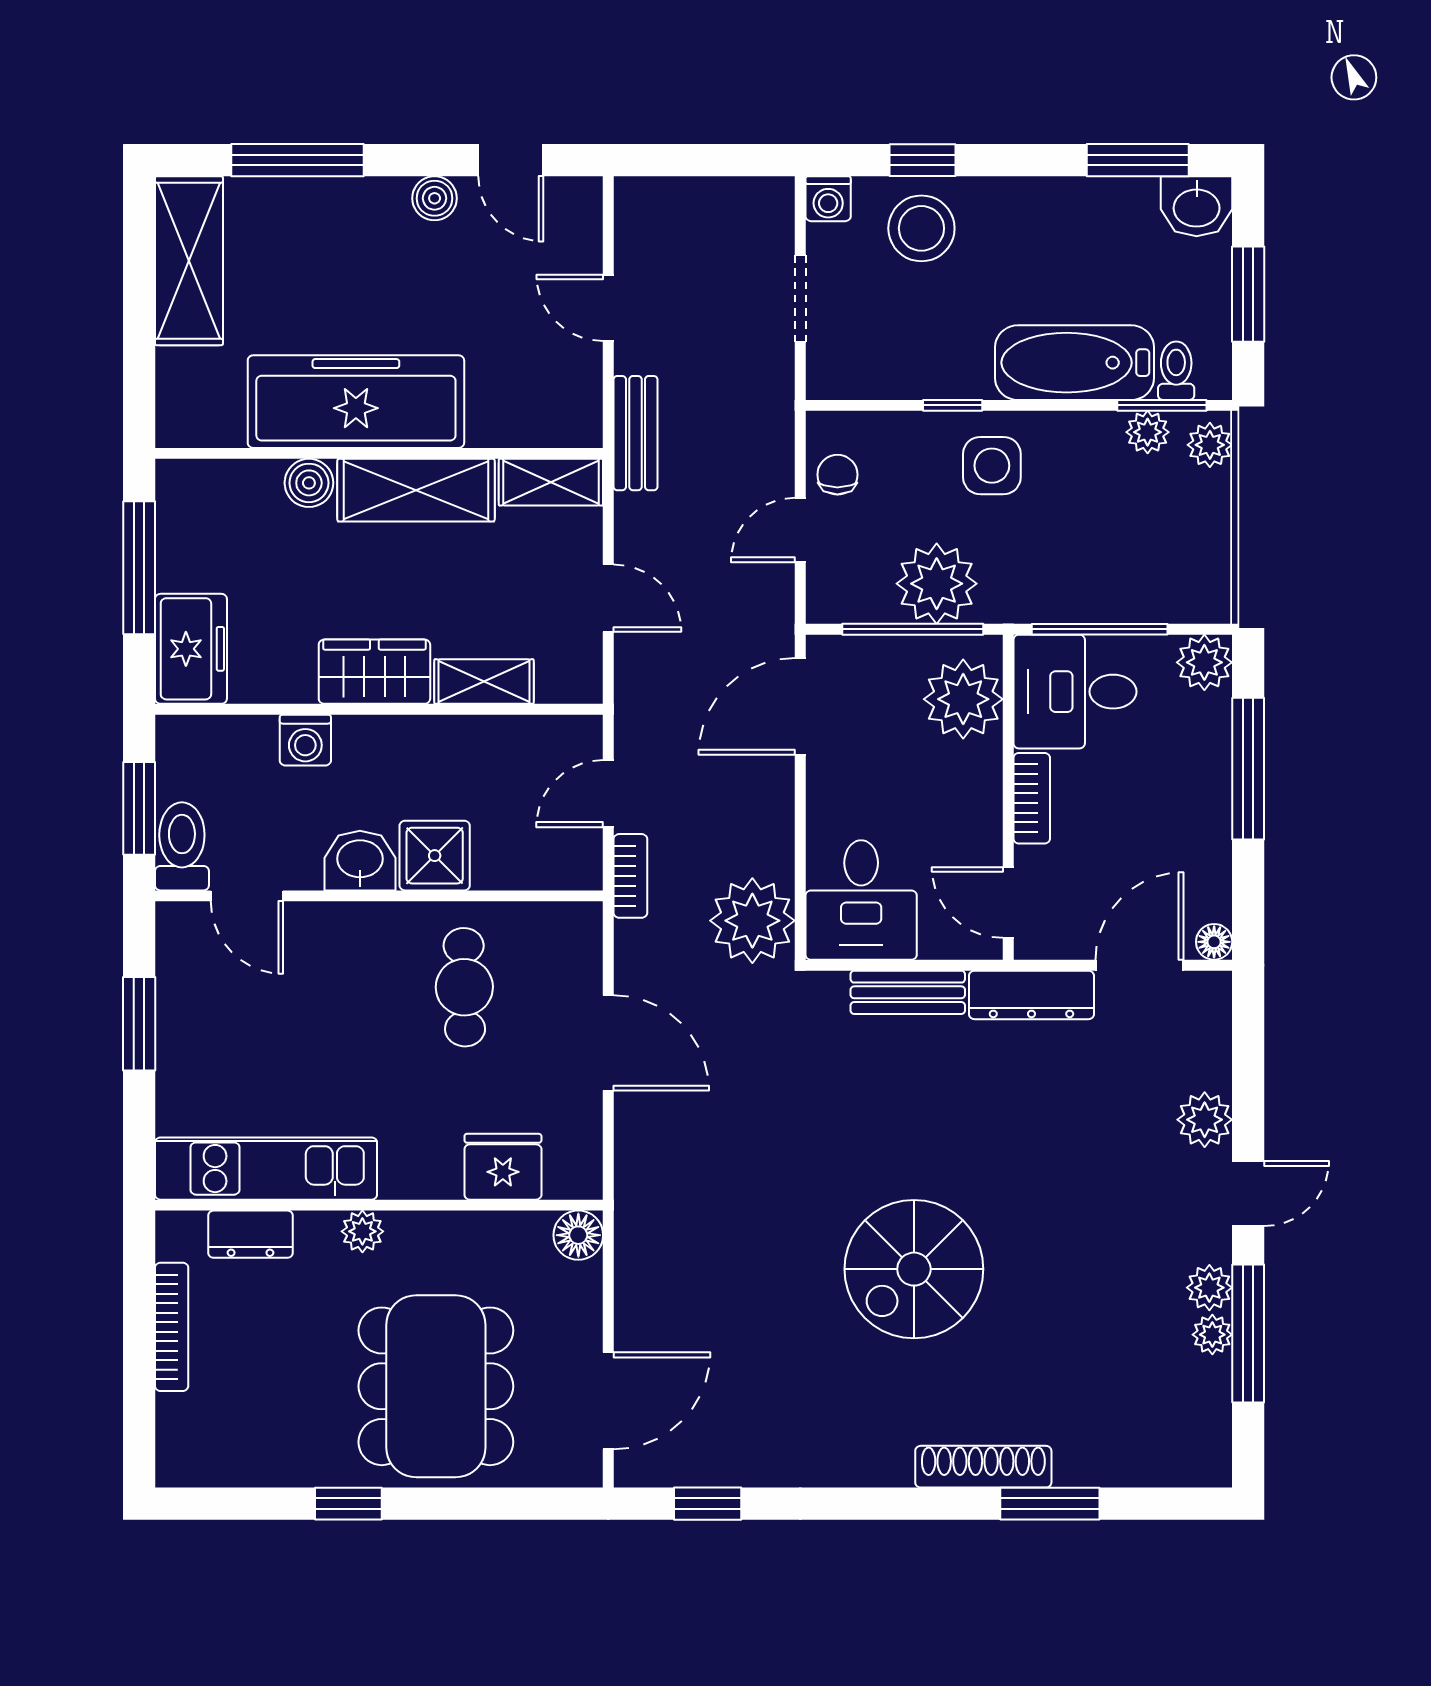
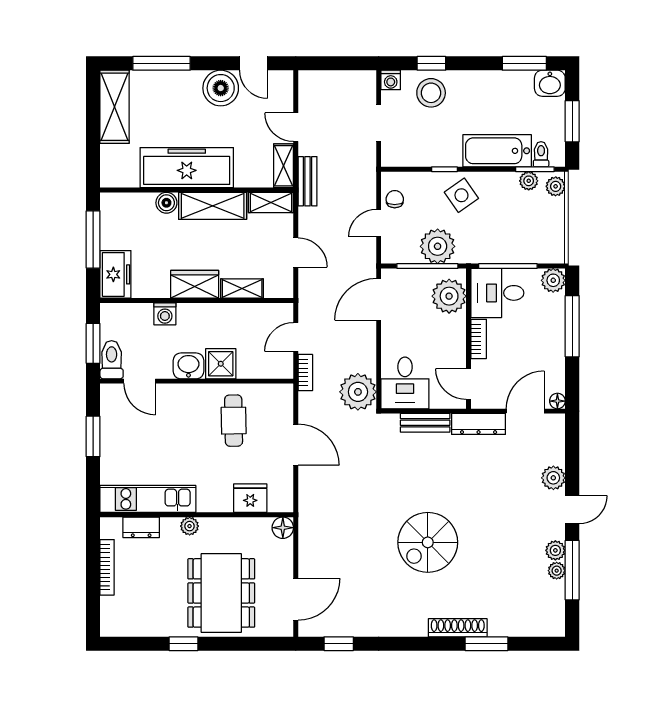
boiler: (435, 198) -> (221, 88), width x1.86, depth x1.86
shelving: (580, 397) -> (284, 166), added
side table: (992, 466) -> (461, 195), turned -35

